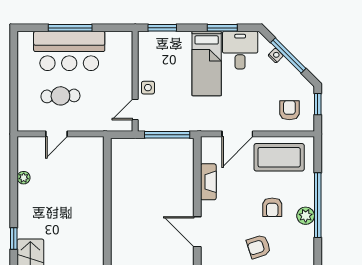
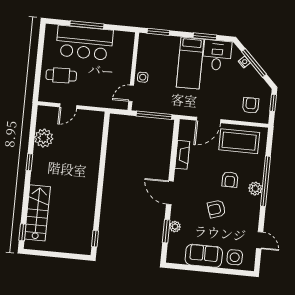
cafe table: (60, 96) -> (61, 75), moved
plant: (24, 178) -> (44, 138), width x1.88, depth x1.88
window: (14, 238) -> (29, 162), moved

